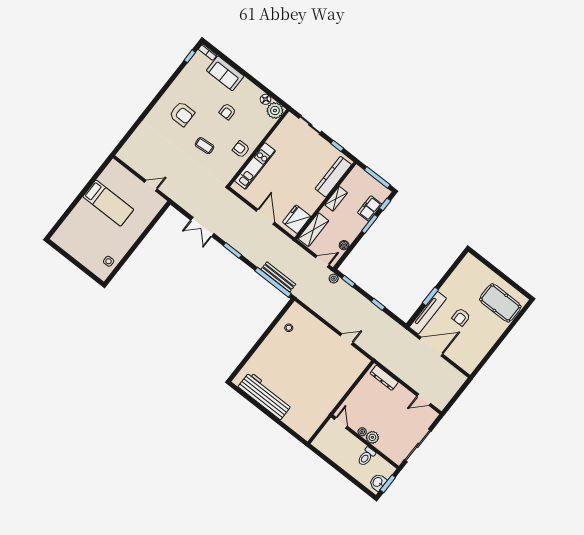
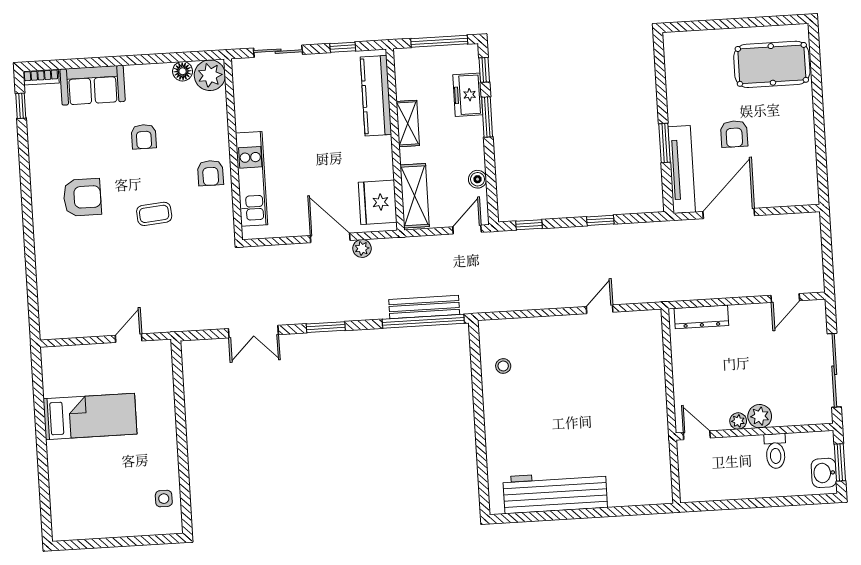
armchair: (241, 149) -> (210, 173), turned -90
plant: (334, 279) -> (362, 248), moved

